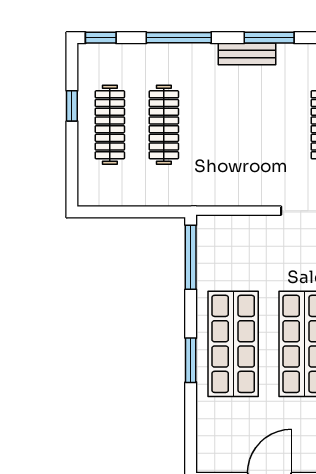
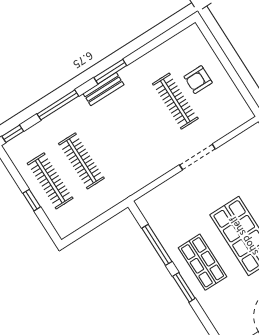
window: (72, 106) -> (32, 200), moved
window: (191, 257) -> (157, 245), moved
shop shelf: (233, 344) -> (202, 262), width x0.70, depth x0.74

